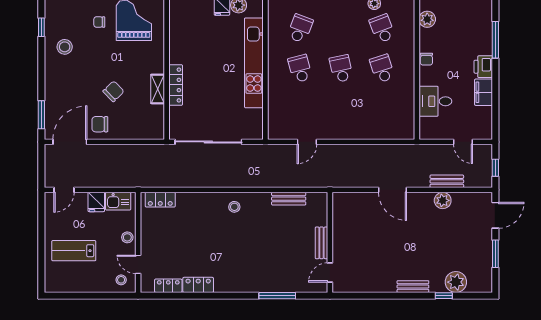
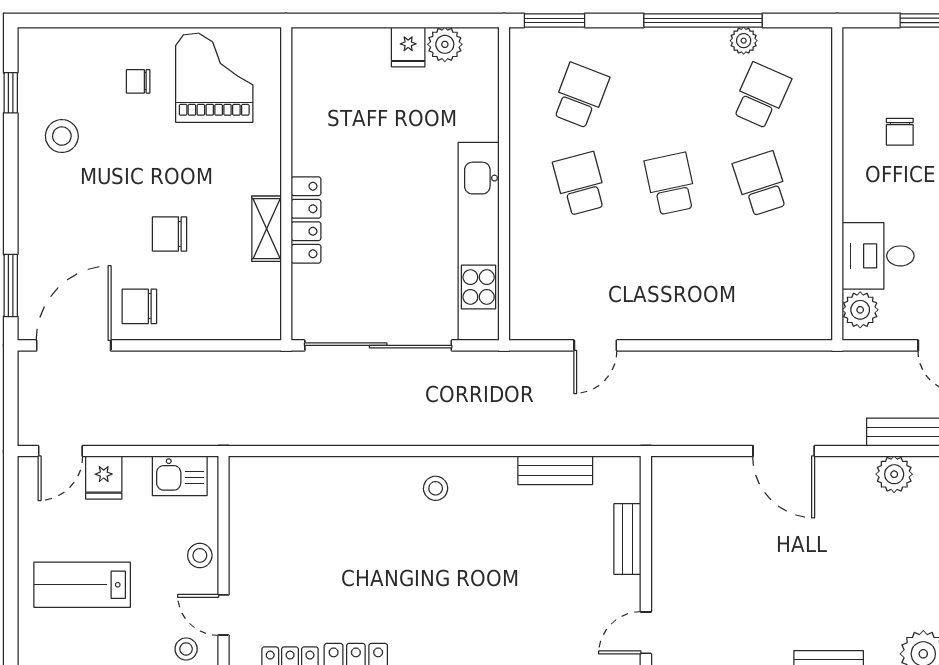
plant: (427, 19) -> (860, 310), moved
school desk: (382, 28) -> (761, 96), turned 45
chair: (426, 59) -> (900, 132), moved
kitchen unit: (254, 63) -> (479, 241), moved
chair: (114, 91) -> (170, 234), turned -136
locker: (160, 200) -> (272, 472), removed
fridge: (96, 202) -> (104, 478), moved
bench: (322, 243) -> (627, 539), moved

